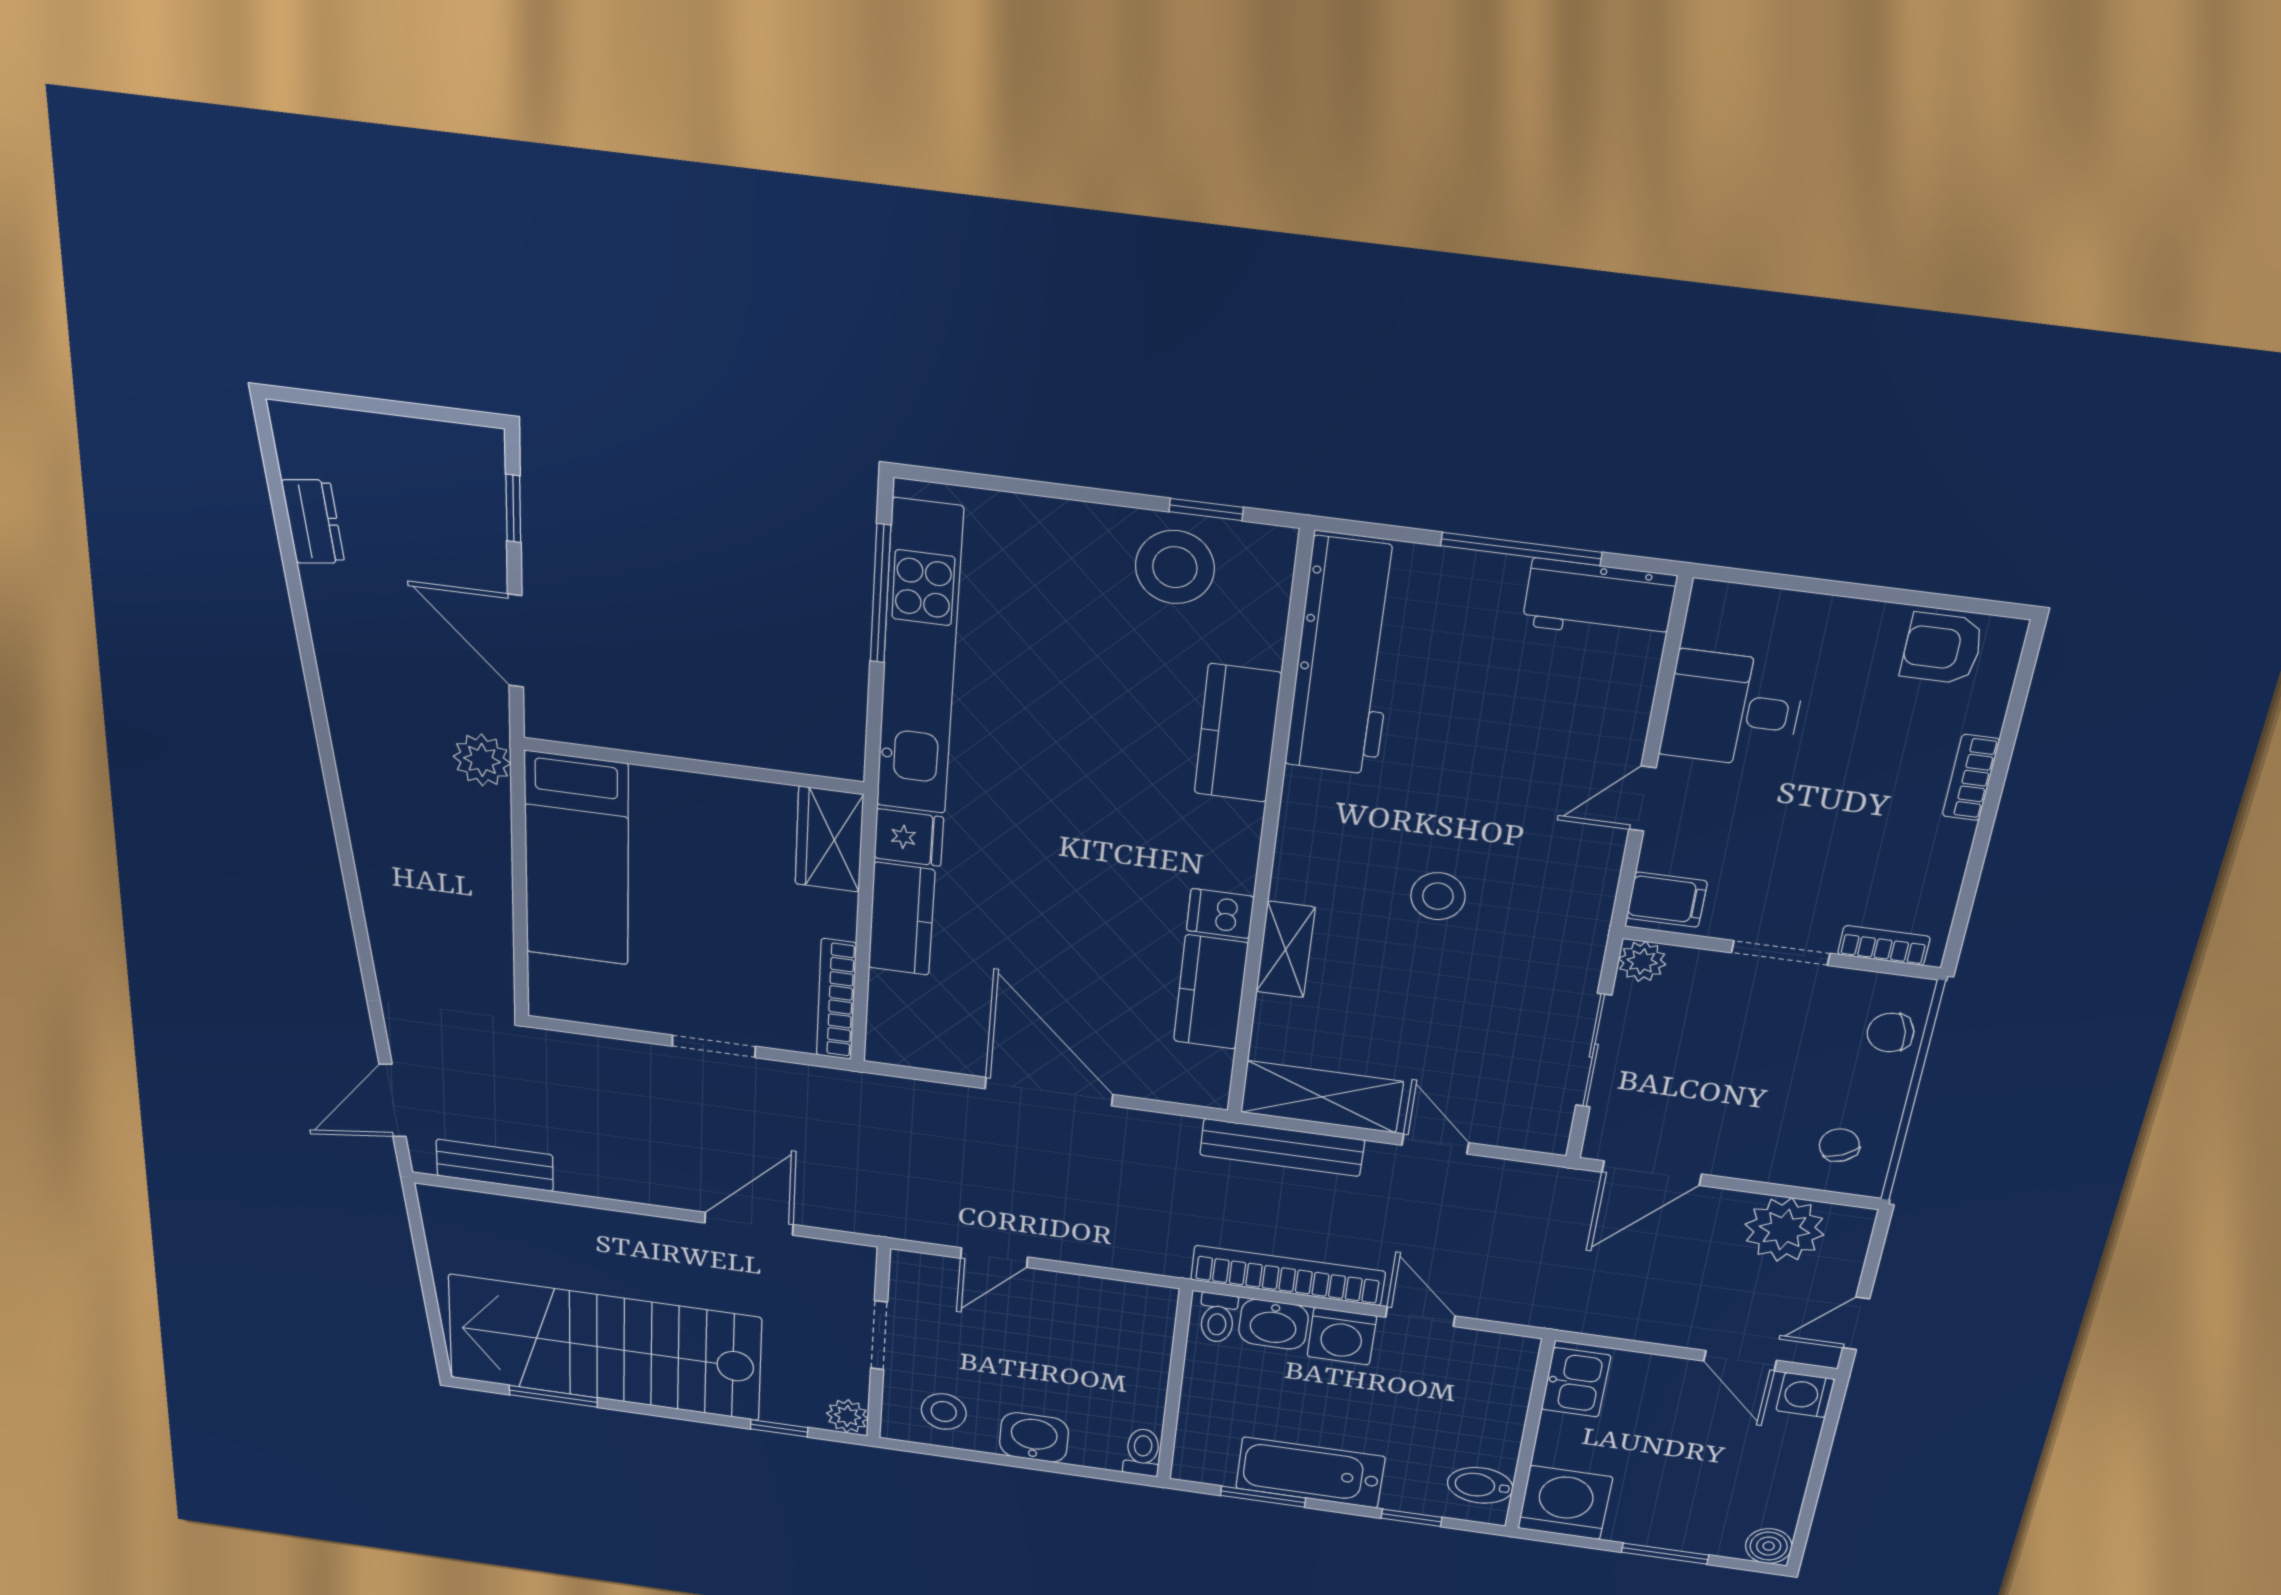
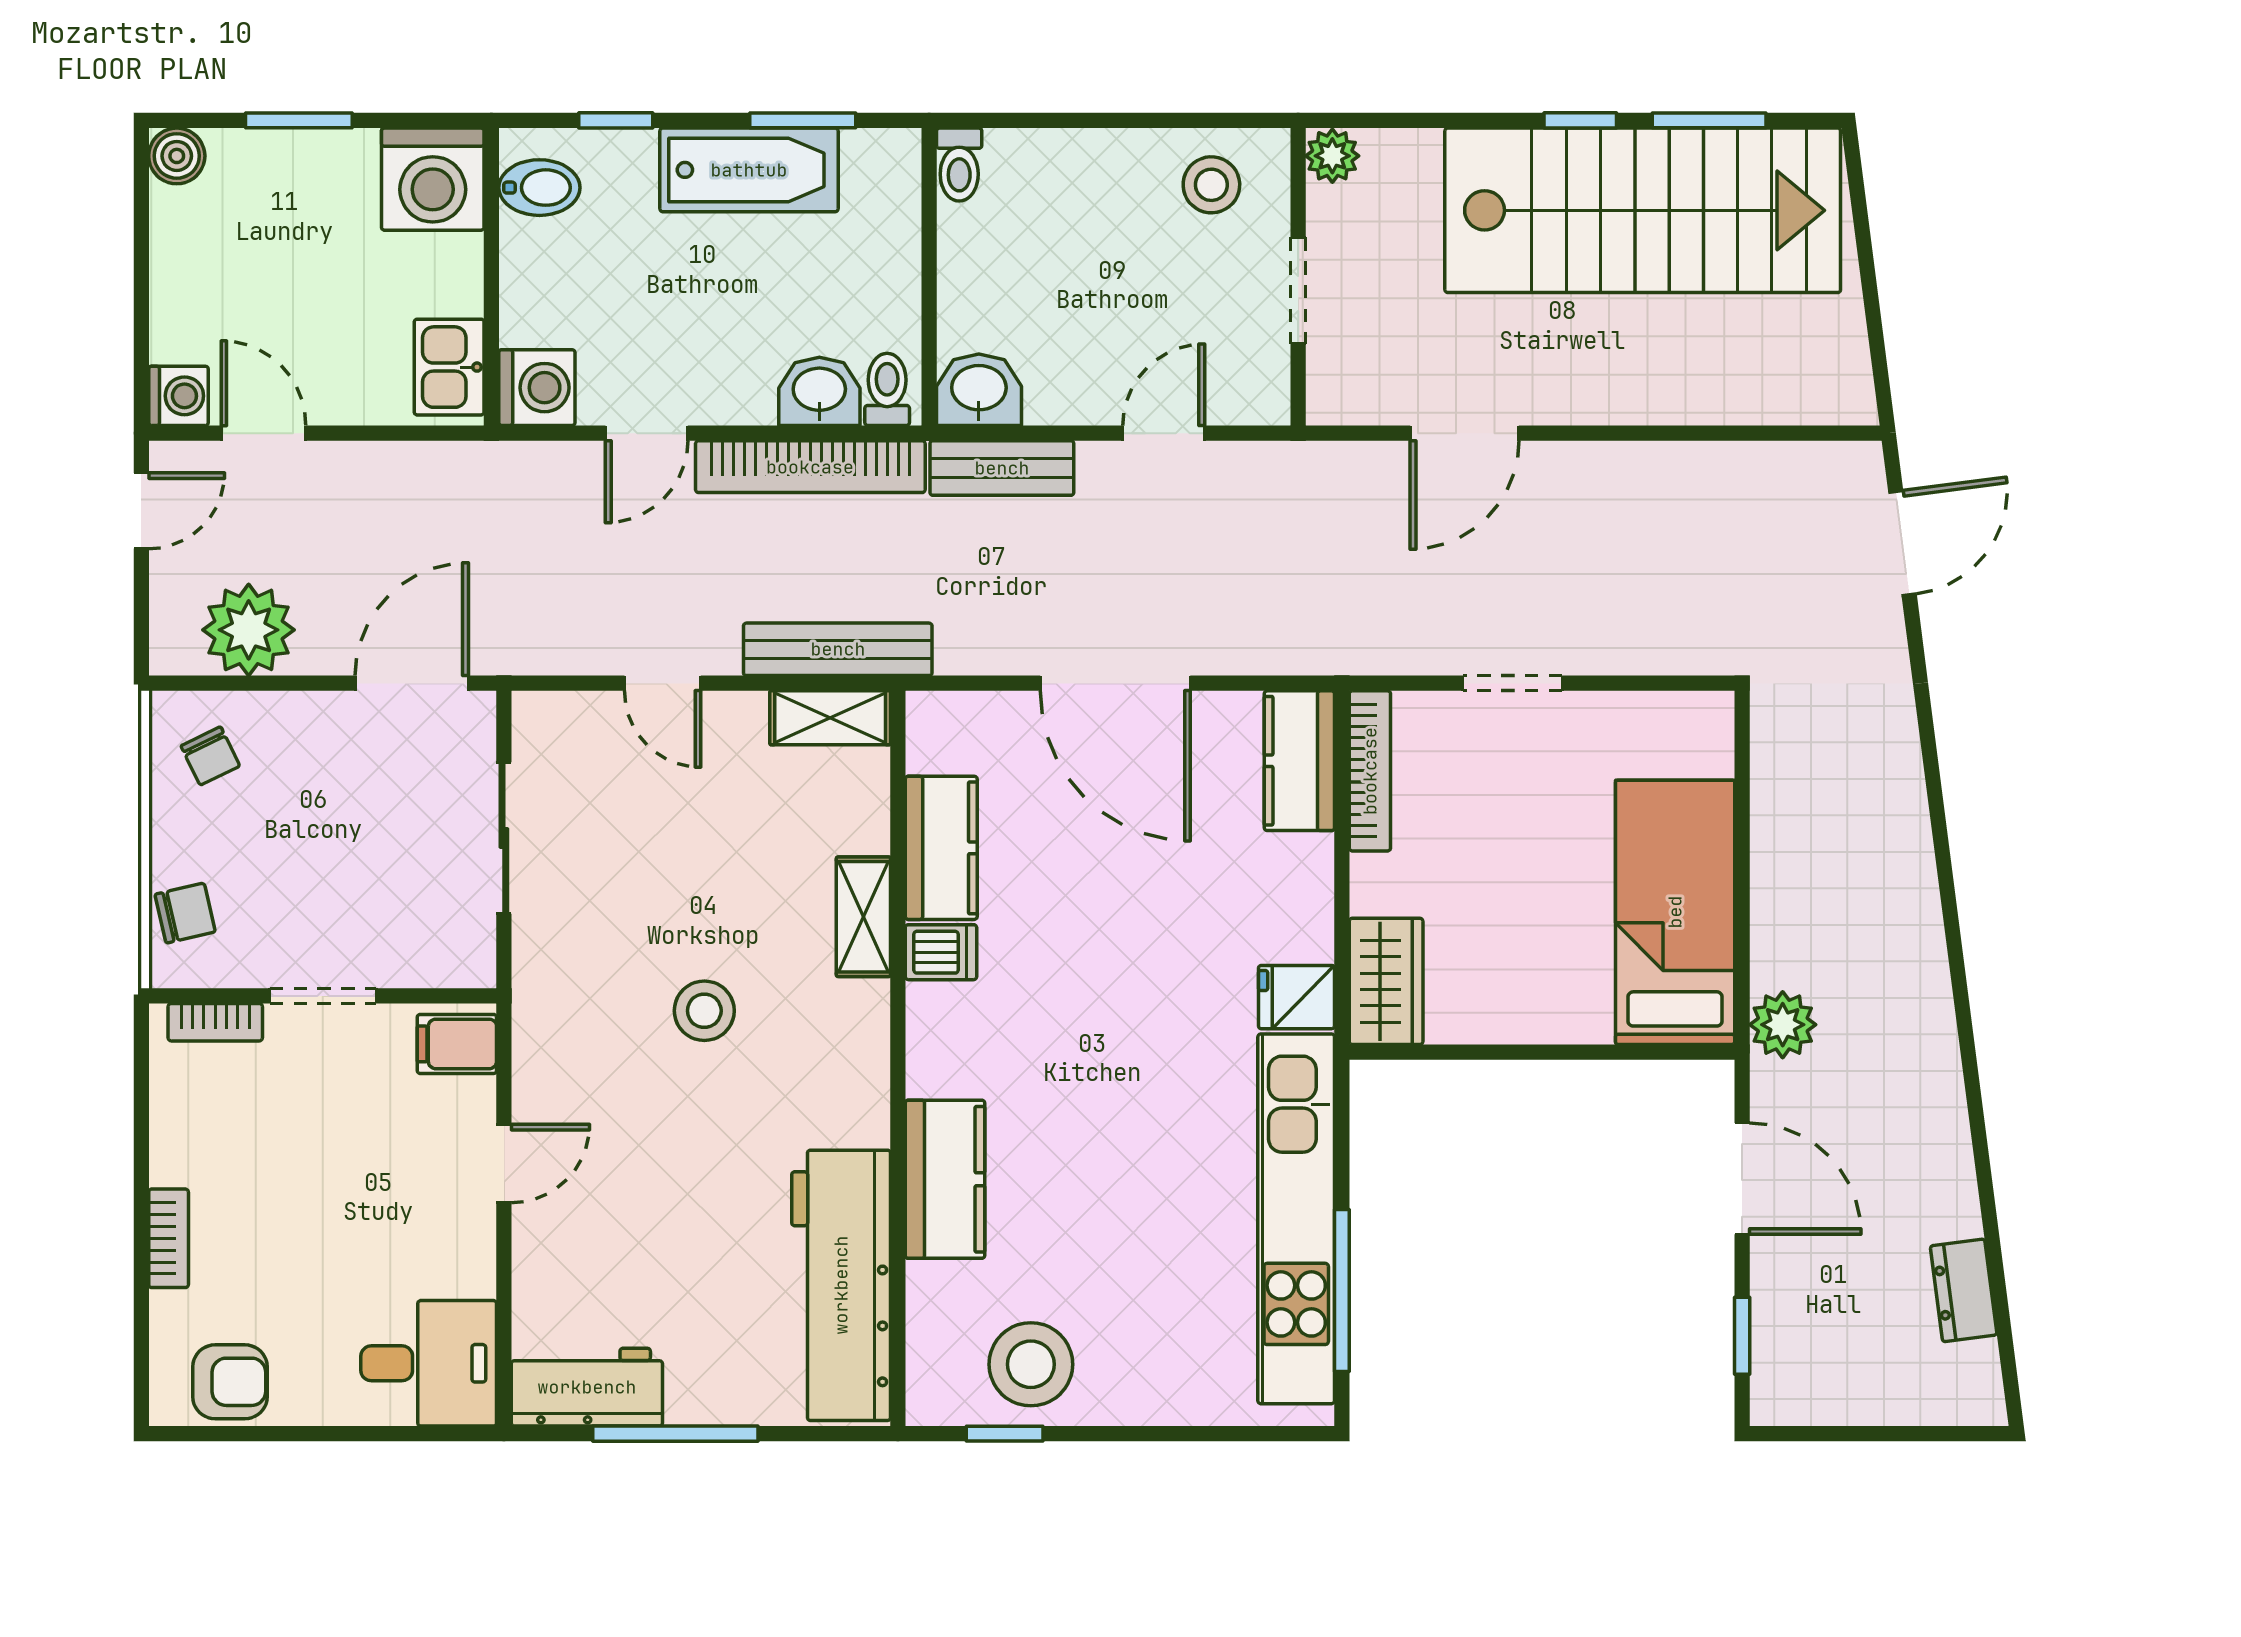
desk: (1733, 710) -> (429, 1363), moved
kitchen counter: (902, 919) -> (1299, 761), moved
plant: (1642, 961) -> (470, 962), removed
shelving: (1322, 1097) -> (830, 718), width x0.67, depth x0.75
bench: (495, 1165) -> (1002, 468), moved
door: (1420, 1317) -> (647, 433), hinge flipped
washing machine: (1342, 1336) -> (537, 388), moved, turned 90
window: (779, 1428) -> (1580, 120), moved
washbasin: (1034, 1437) -> (979, 390), moved, turned 180

